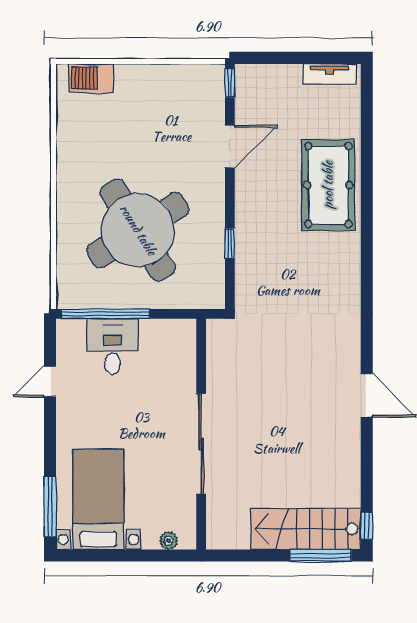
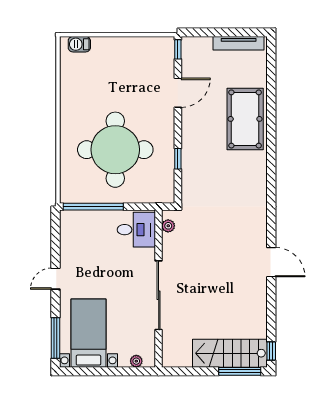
tv unit: (330, 74) -> (239, 43), width x1.41
barbecue: (91, 78) -> (79, 44), width x0.73, depth x0.79
round table: (138, 230) -> (115, 150), turned 32
plant: (216, 342) -> (168, 226), added
desk: (113, 346) -> (136, 230), moved, turned 90
door: (50, 381) -> (56, 279), moved

